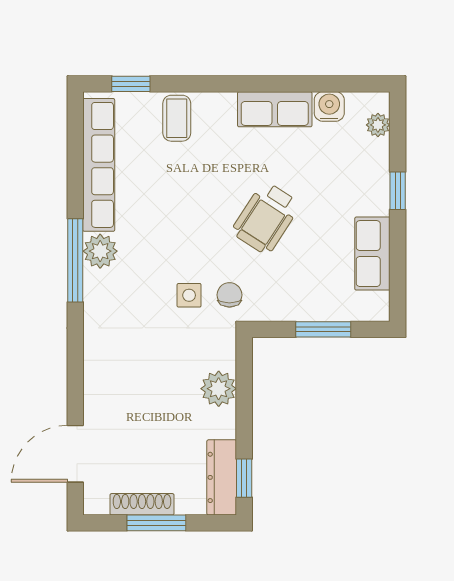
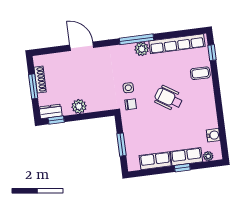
row of seats: (275, 109) -> (186, 157), moved, turned 90
wheelchair: (266, 218) -> (169, 98), moved
plant: (219, 389) -> (79, 106), moved
door: (75, 454) -> (82, 46), moved
dresser: (222, 477) -> (51, 111), width x0.70

